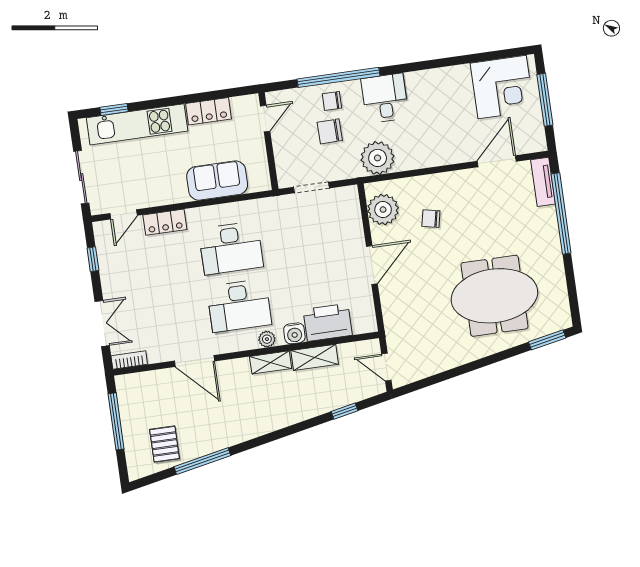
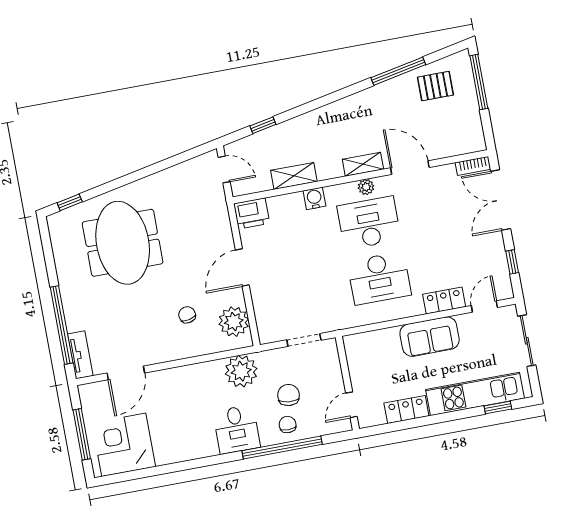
chair: (332, 101) -> (288, 425), turned -90
chair: (330, 131) -> (288, 395), turned -83
sofa: (217, 181) -> (430, 337), moved
chair: (431, 219) -> (187, 315), turned -113
desk: (231, 248) -> (379, 278), turned 180
meeting table: (494, 296) -> (123, 243), turned 90
printer: (328, 322) -> (252, 213), moved, width x0.73, depth x0.84
double door: (102, 324) -> (501, 200), width x1.37
plant: (267, 339) -> (366, 187), moved
window: (547, 340) -> (70, 202), width x0.67
shelving: (271, 362) -> (363, 164), moved
window: (116, 421) -> (479, 82), moved
pallet: (165, 444) -> (435, 86), turned 90

